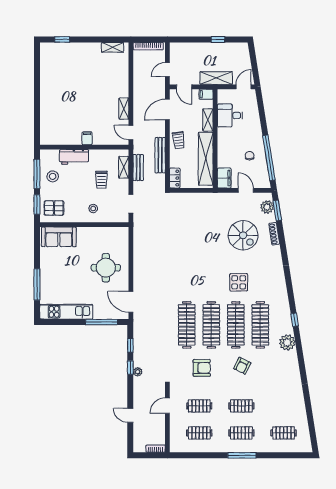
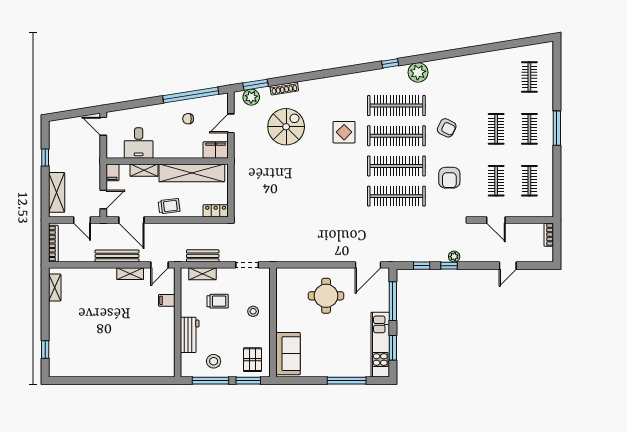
shelving: (216, 78) -> (57, 192), moved
filing cabinet: (87, 138) -> (167, 300), moved
bench: (160, 155) -> (117, 256), moved
window: (64, 322) -> (393, 348), added
armchair: (202, 368) -> (449, 178), turned 180

